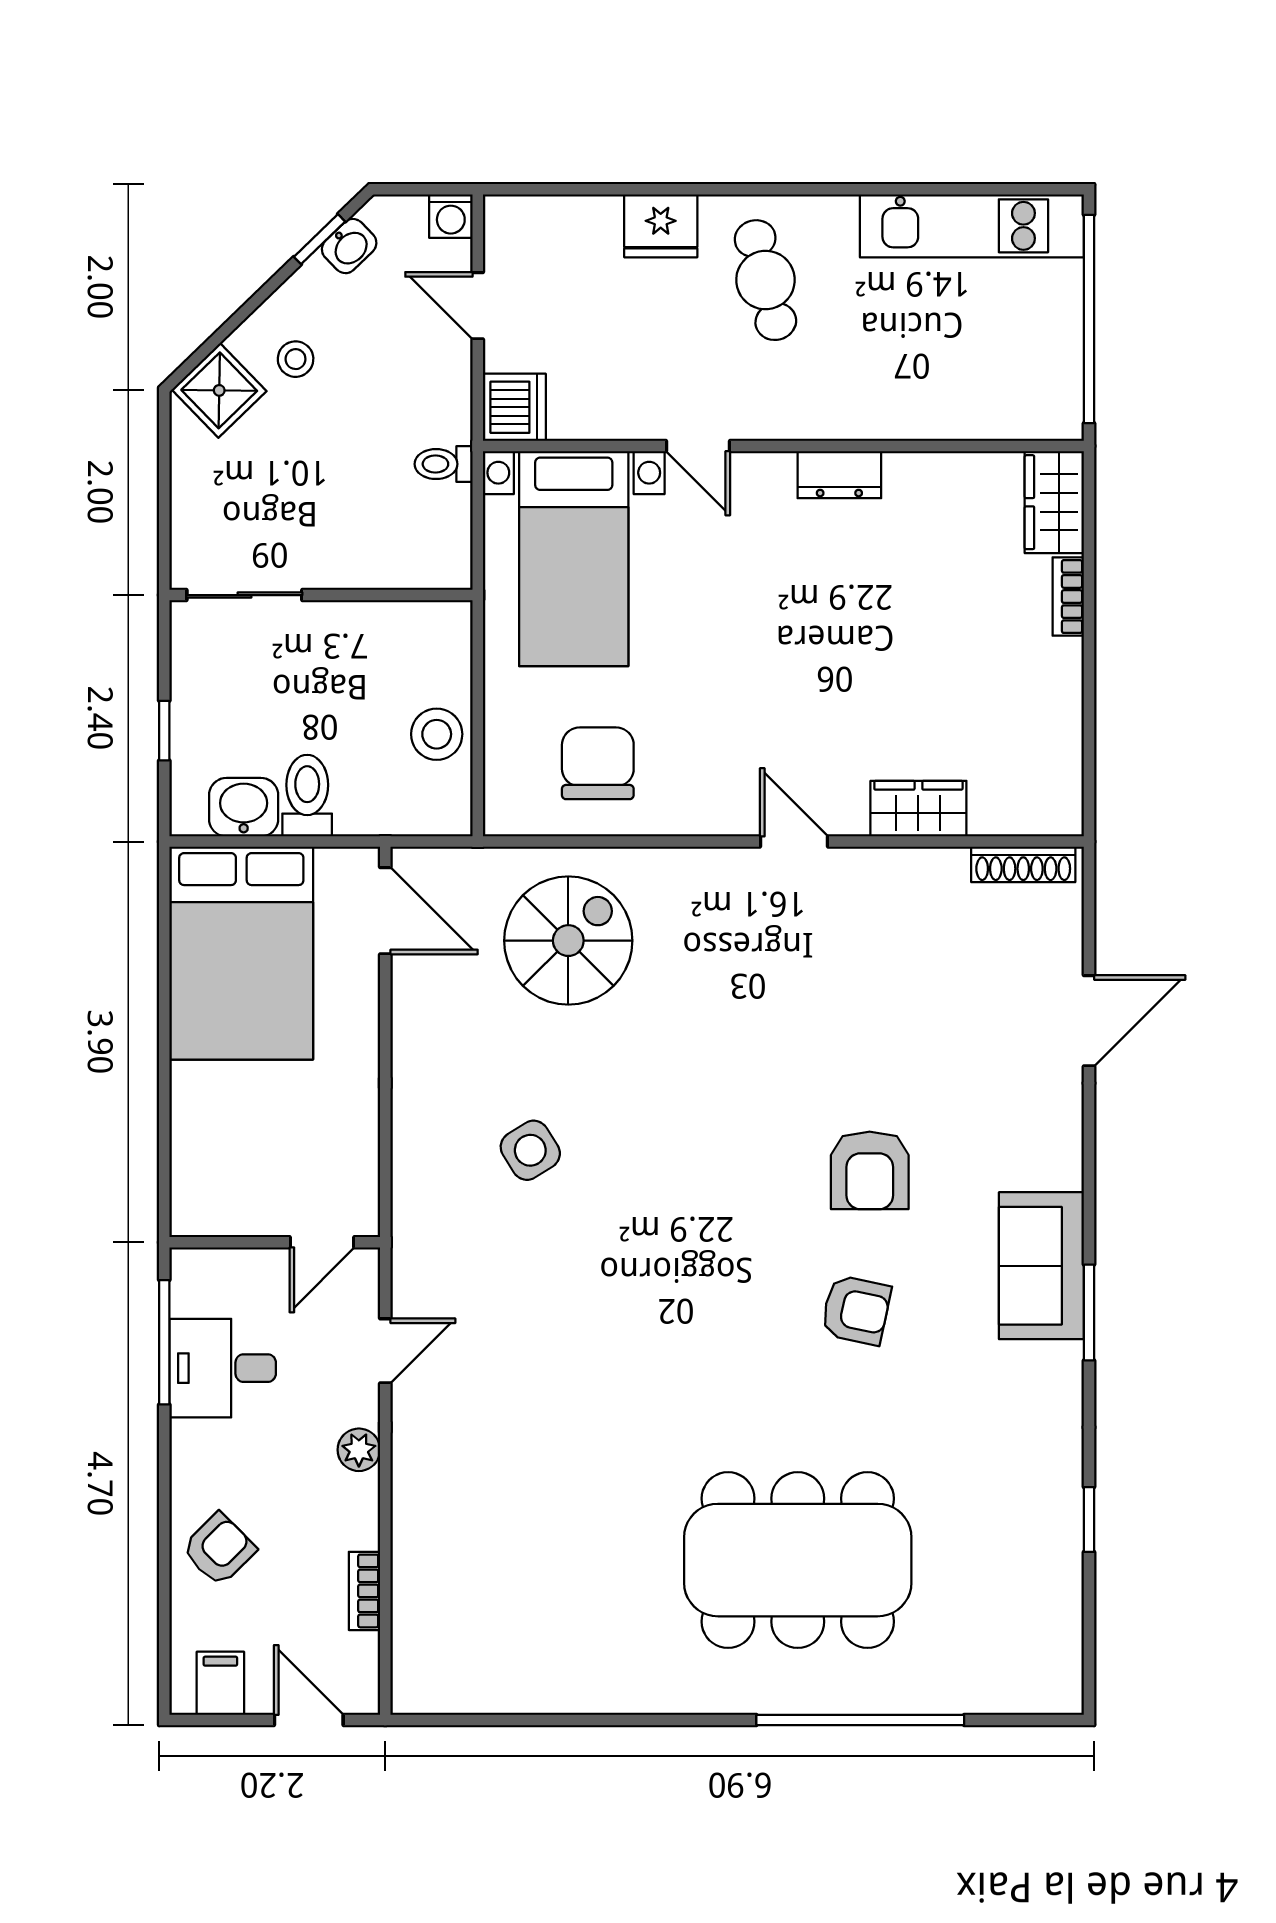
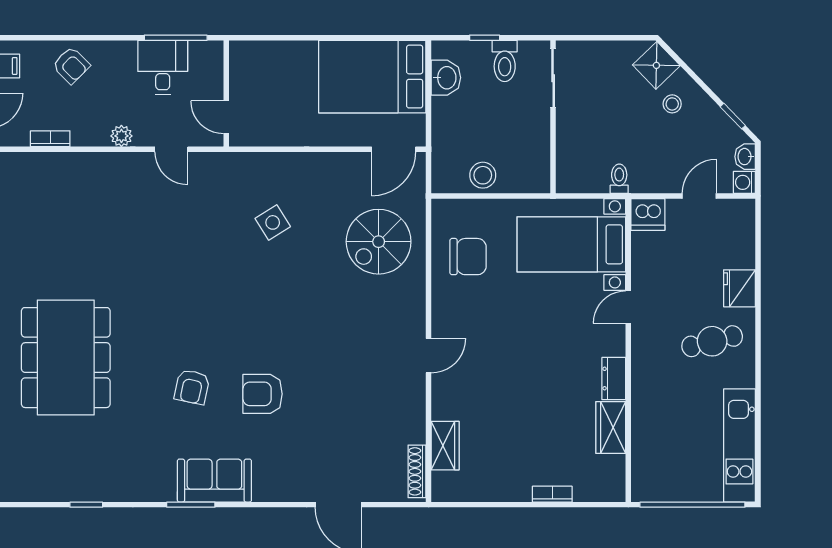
washbasin: (349, 246) -> (745, 157), moved, turned 44
wardrobe: (1054, 502) -> (611, 428), moved, turned -90
toilet: (307, 796) -> (505, 61), moved, turned 90
wardrobe: (918, 809) -> (445, 446), moved
spiral stairs: (568, 941) -> (379, 242), turned 90

